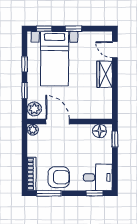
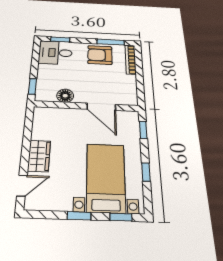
door: (115, 50) -> (22, 186), hinge flipped
window: (25, 90) -> (143, 130), moved
plant: (34, 109) -> (131, 121), removed
plant: (33, 130) -> (131, 100), removed
floor lamp: (100, 131) -> (65, 96), moved

